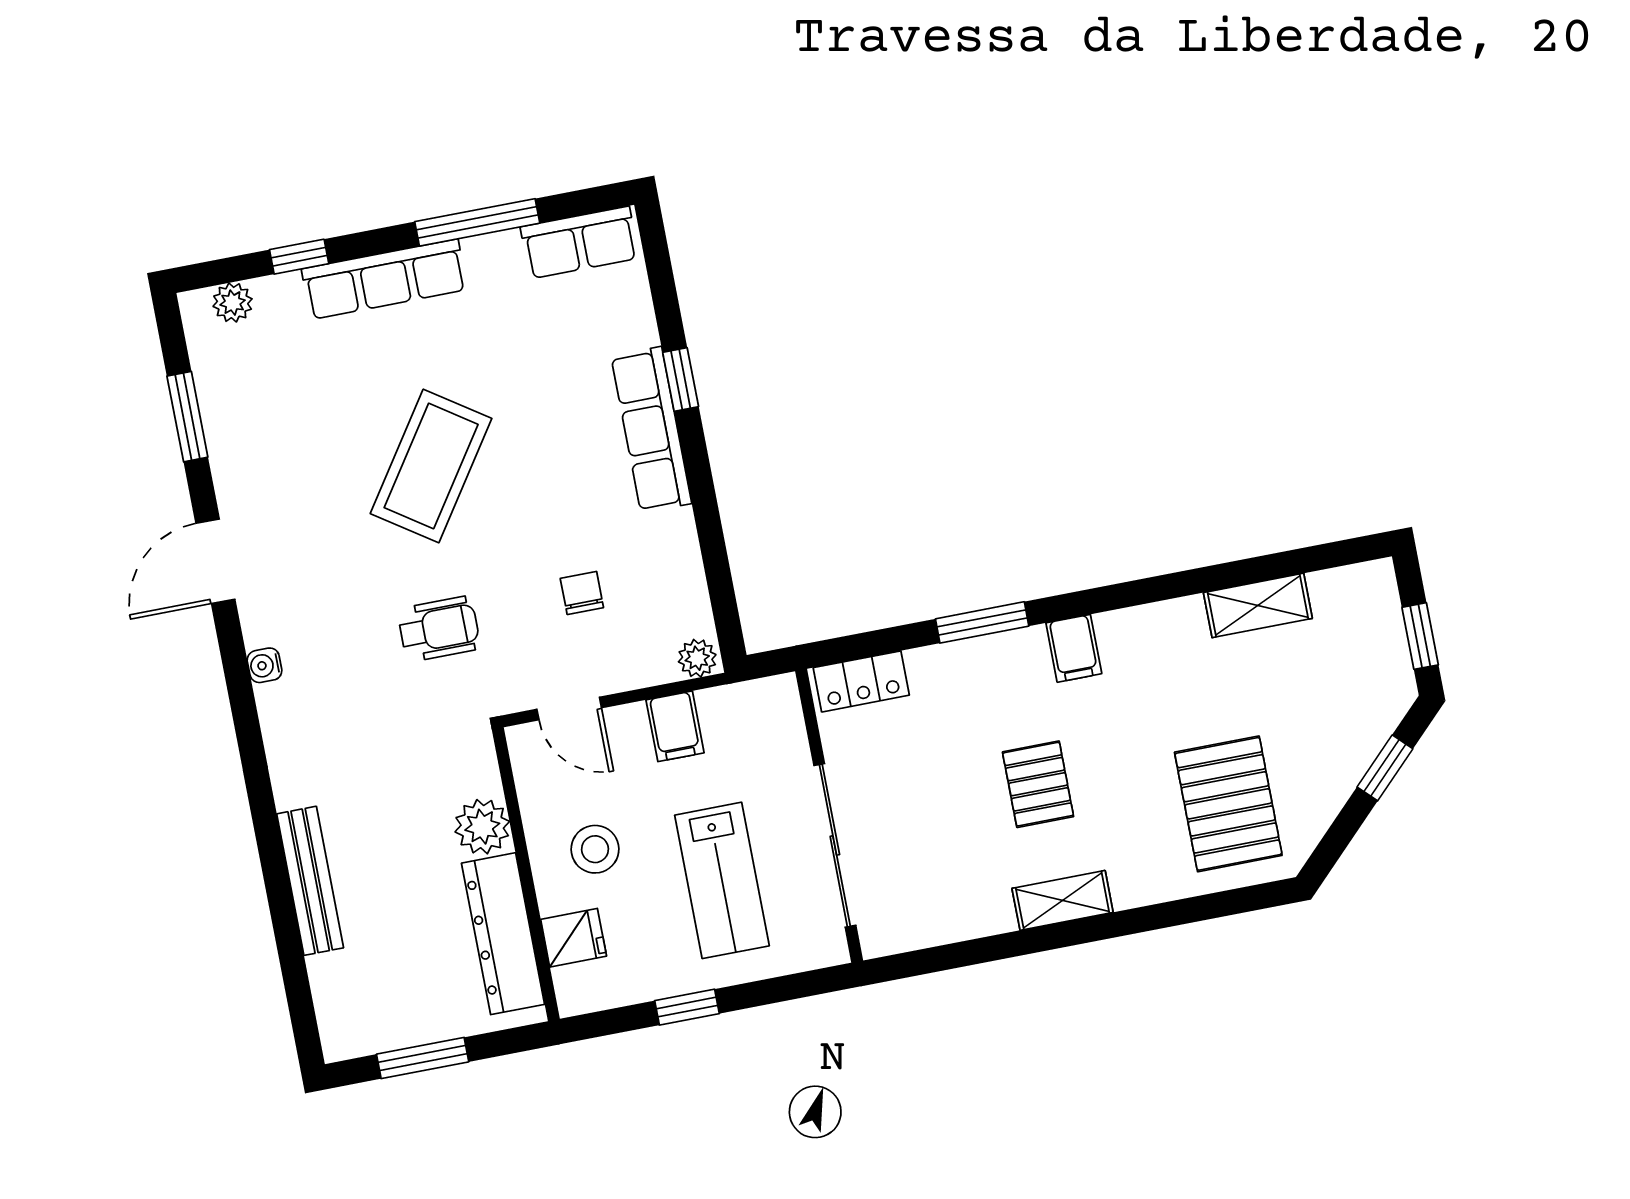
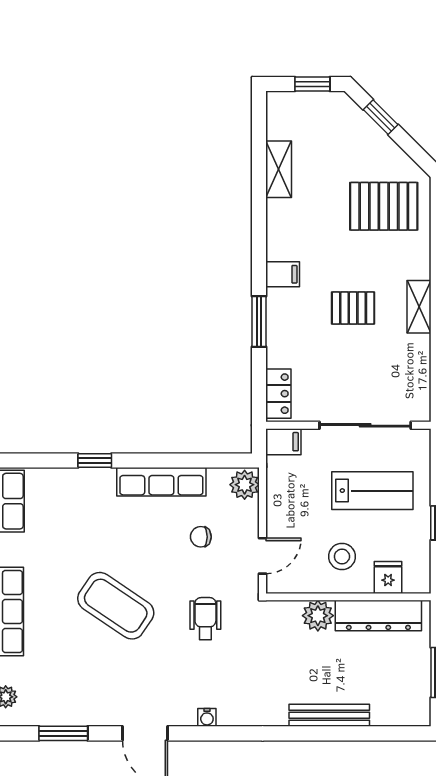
row of seats: (651, 430) -> (161, 482), moved
plant: (697, 658) -> (245, 485), width x1.38, depth x1.38
filing cabinet: (675, 726) -> (283, 442), moved

